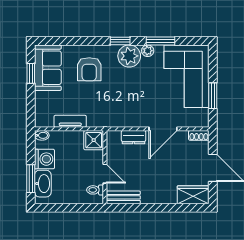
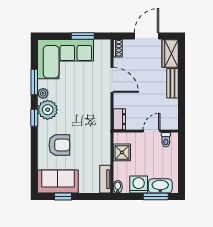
tv unit: (70, 121) -> (105, 179), moved
dresser: (133, 137) -> (119, 119), moved
shower: (94, 140) -> (122, 152), moved
bench: (123, 197) -> (172, 83), moved

